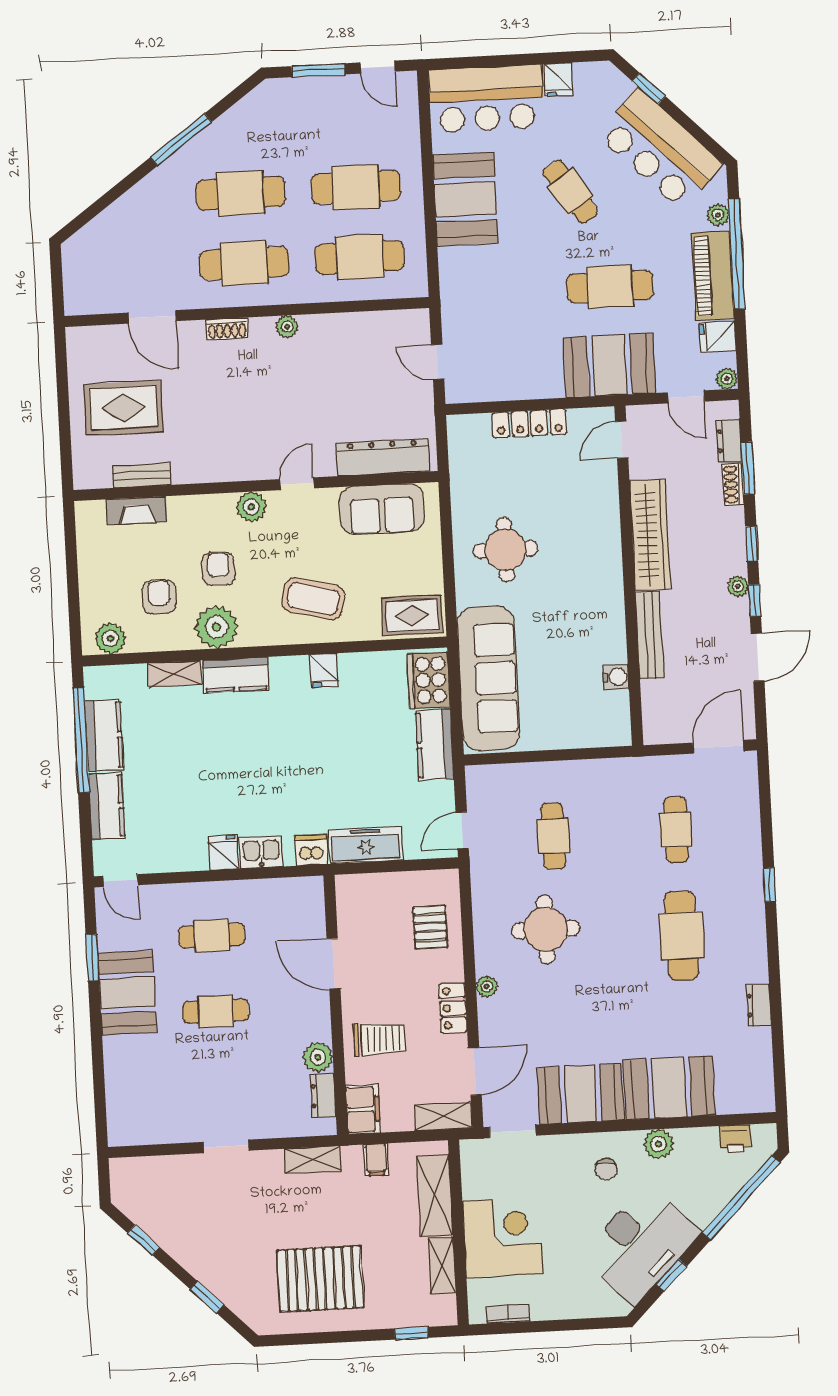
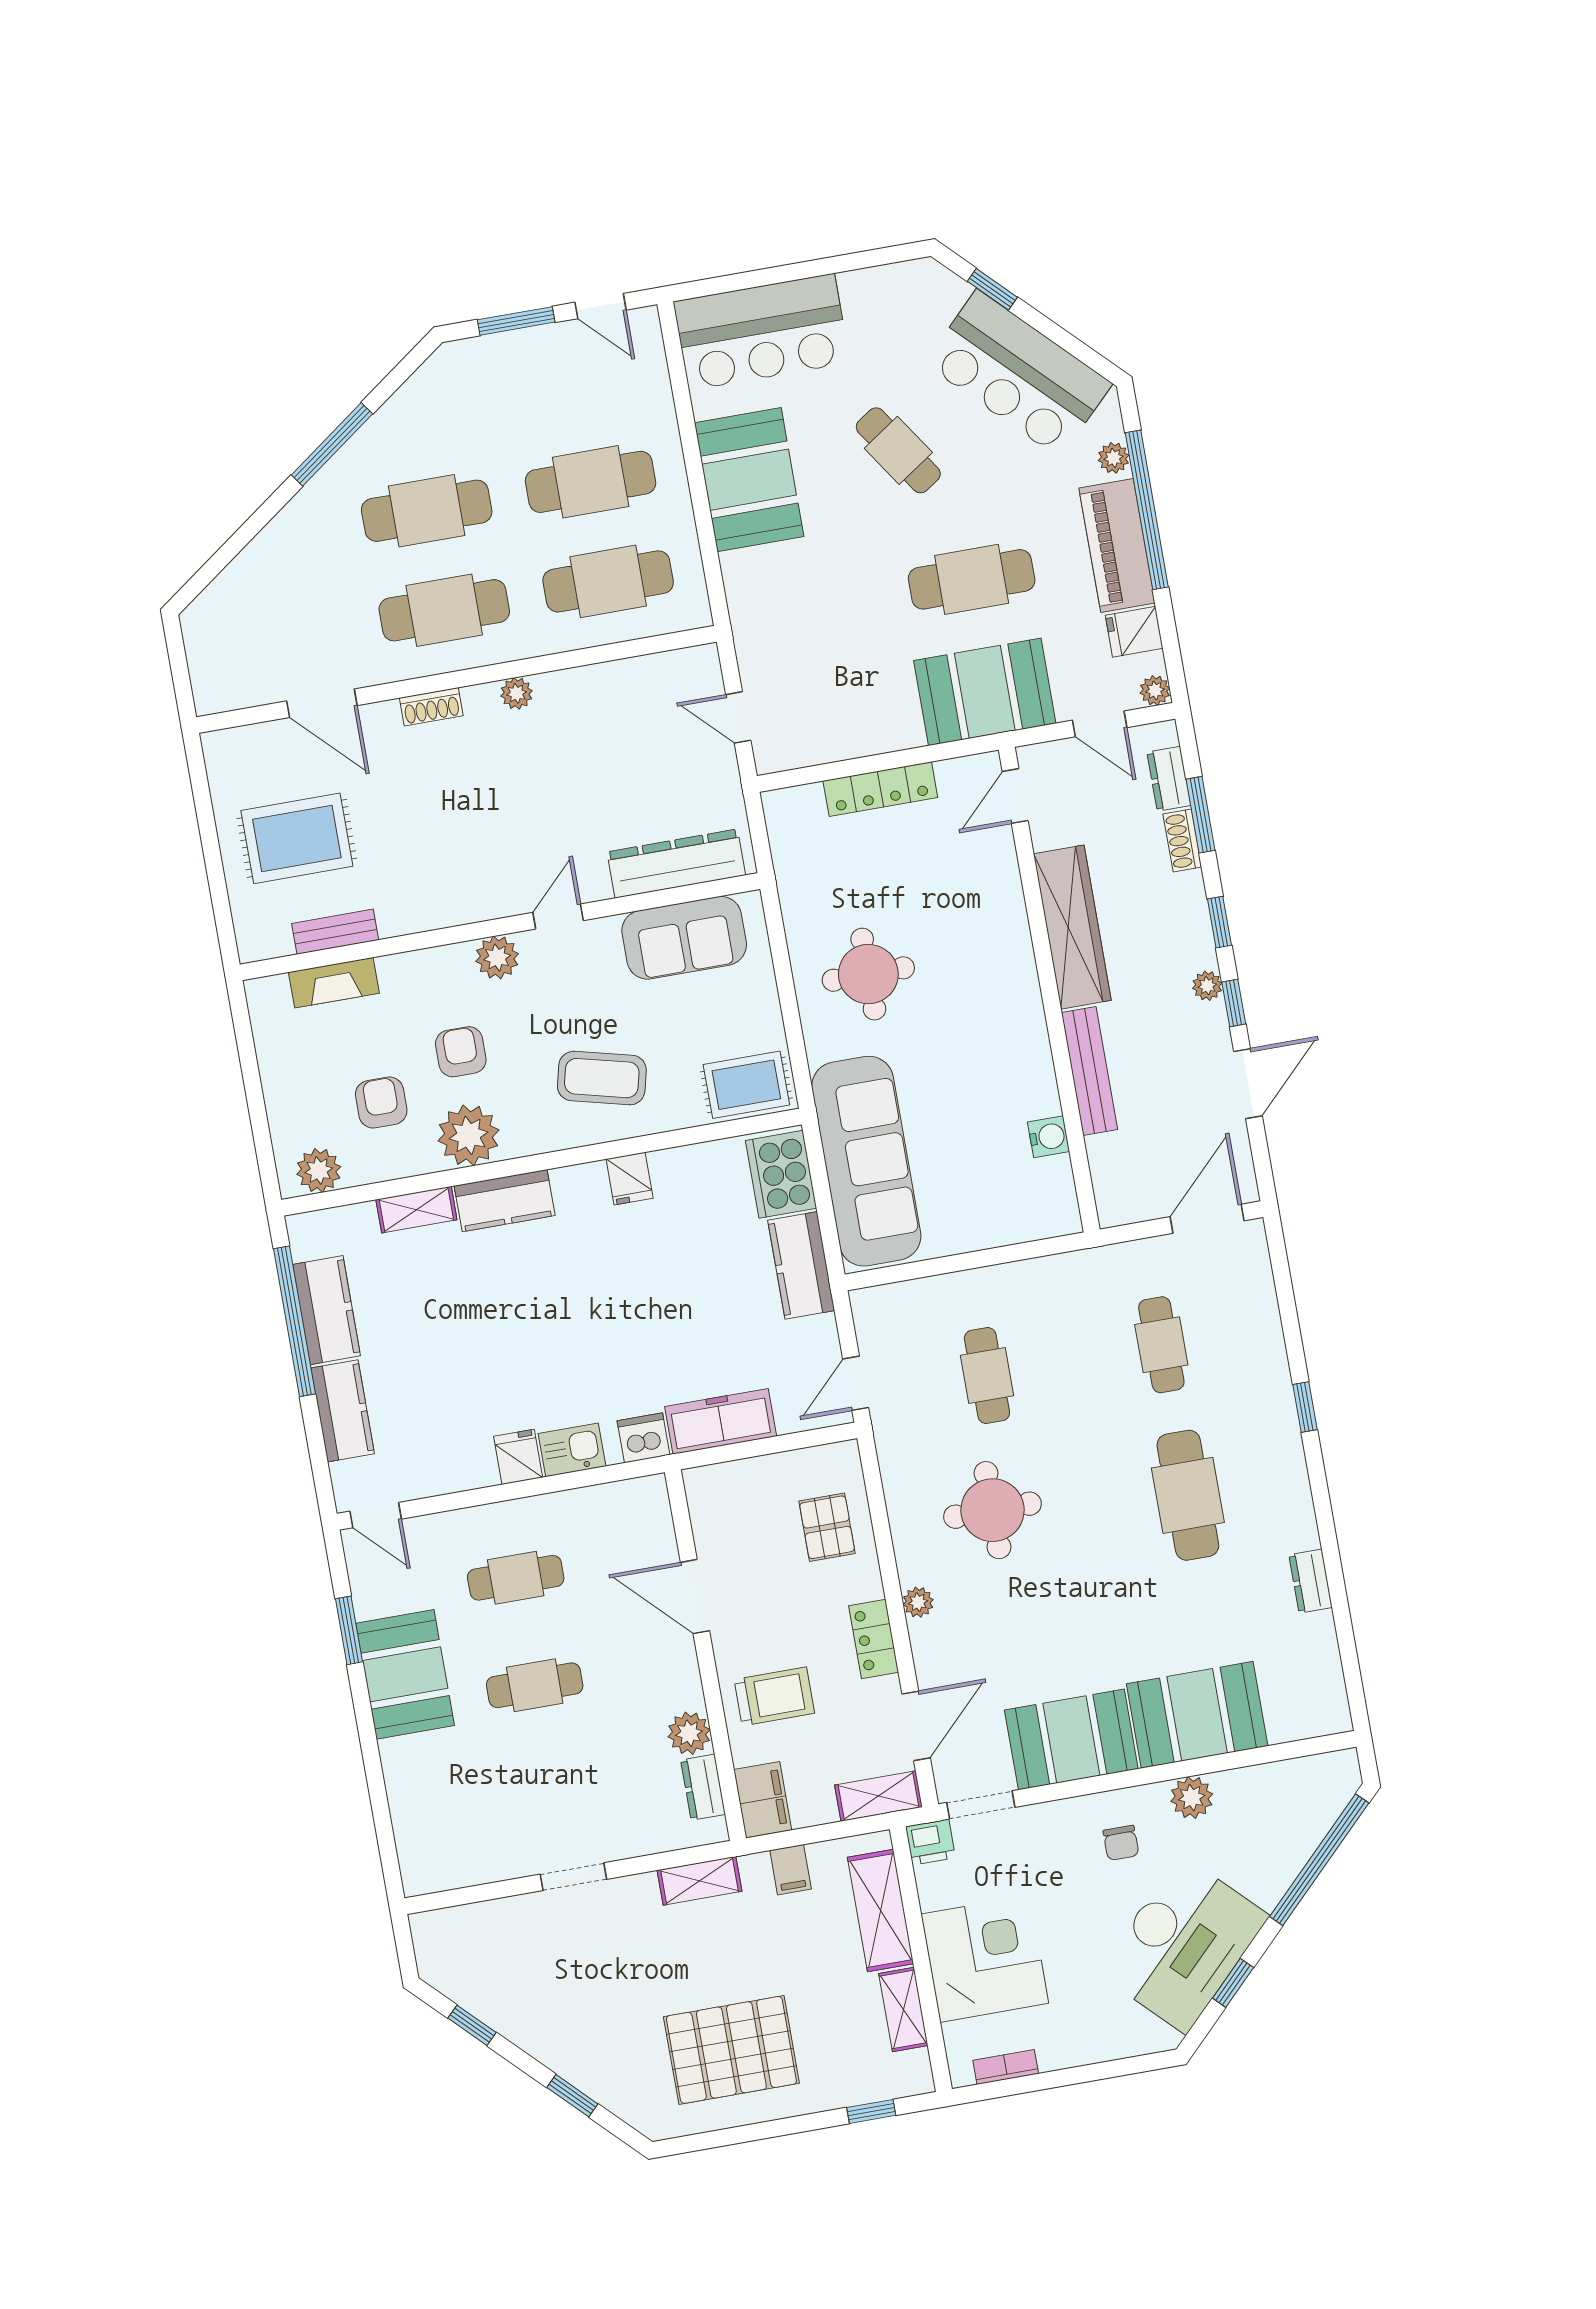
fridge: (558, 80) -> (861, 292), removed
printer: (735, 1139) -> (931, 1842), moved

